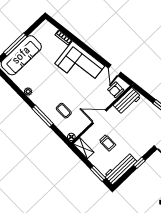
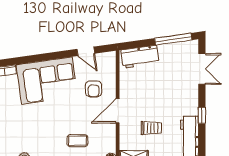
armchair: (116, 90) -> (94, 89), moved
workbench: (127, 101) -> (140, 57), moved, turned 82

